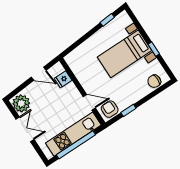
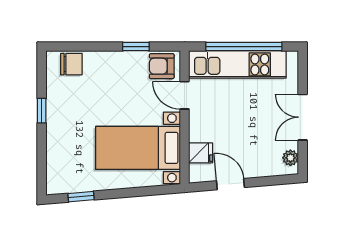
bed with nightstands: (125, 54) -> (138, 148), moved, turned 180
plant: (21, 103) -> (290, 158), width x0.53, depth x0.53
armchair: (110, 109) -> (162, 66), turned 90

